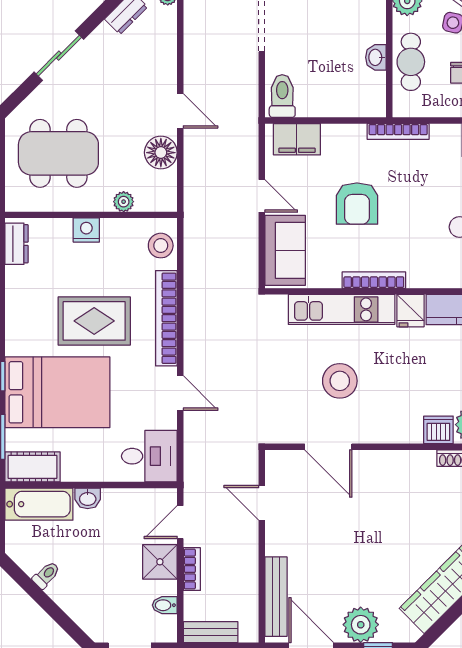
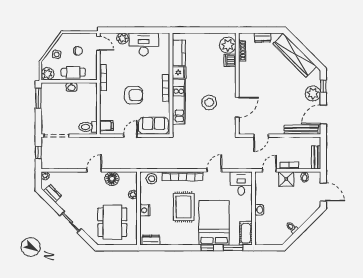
filing cabinet: (297, 139) -> (106, 126), width x0.50
bathtub: (39, 504) -> (262, 231), removed
door: (180, 522) -> (269, 170), swing flipped

